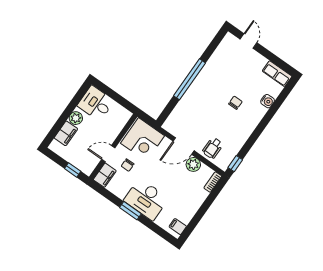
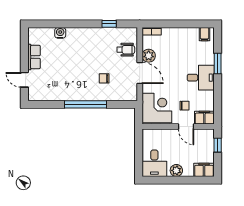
door: (248, 41) -> (24, 80), hinge flipped
row of seats: (277, 74) -> (34, 57), moved
chair: (235, 103) -> (104, 78), moved
filing cabinet: (66, 133) -> (204, 170), moved
window: (235, 164) -> (109, 24), moved
desk: (146, 199) -> (201, 78), width x0.73
window: (130, 211) -> (218, 63), moved

